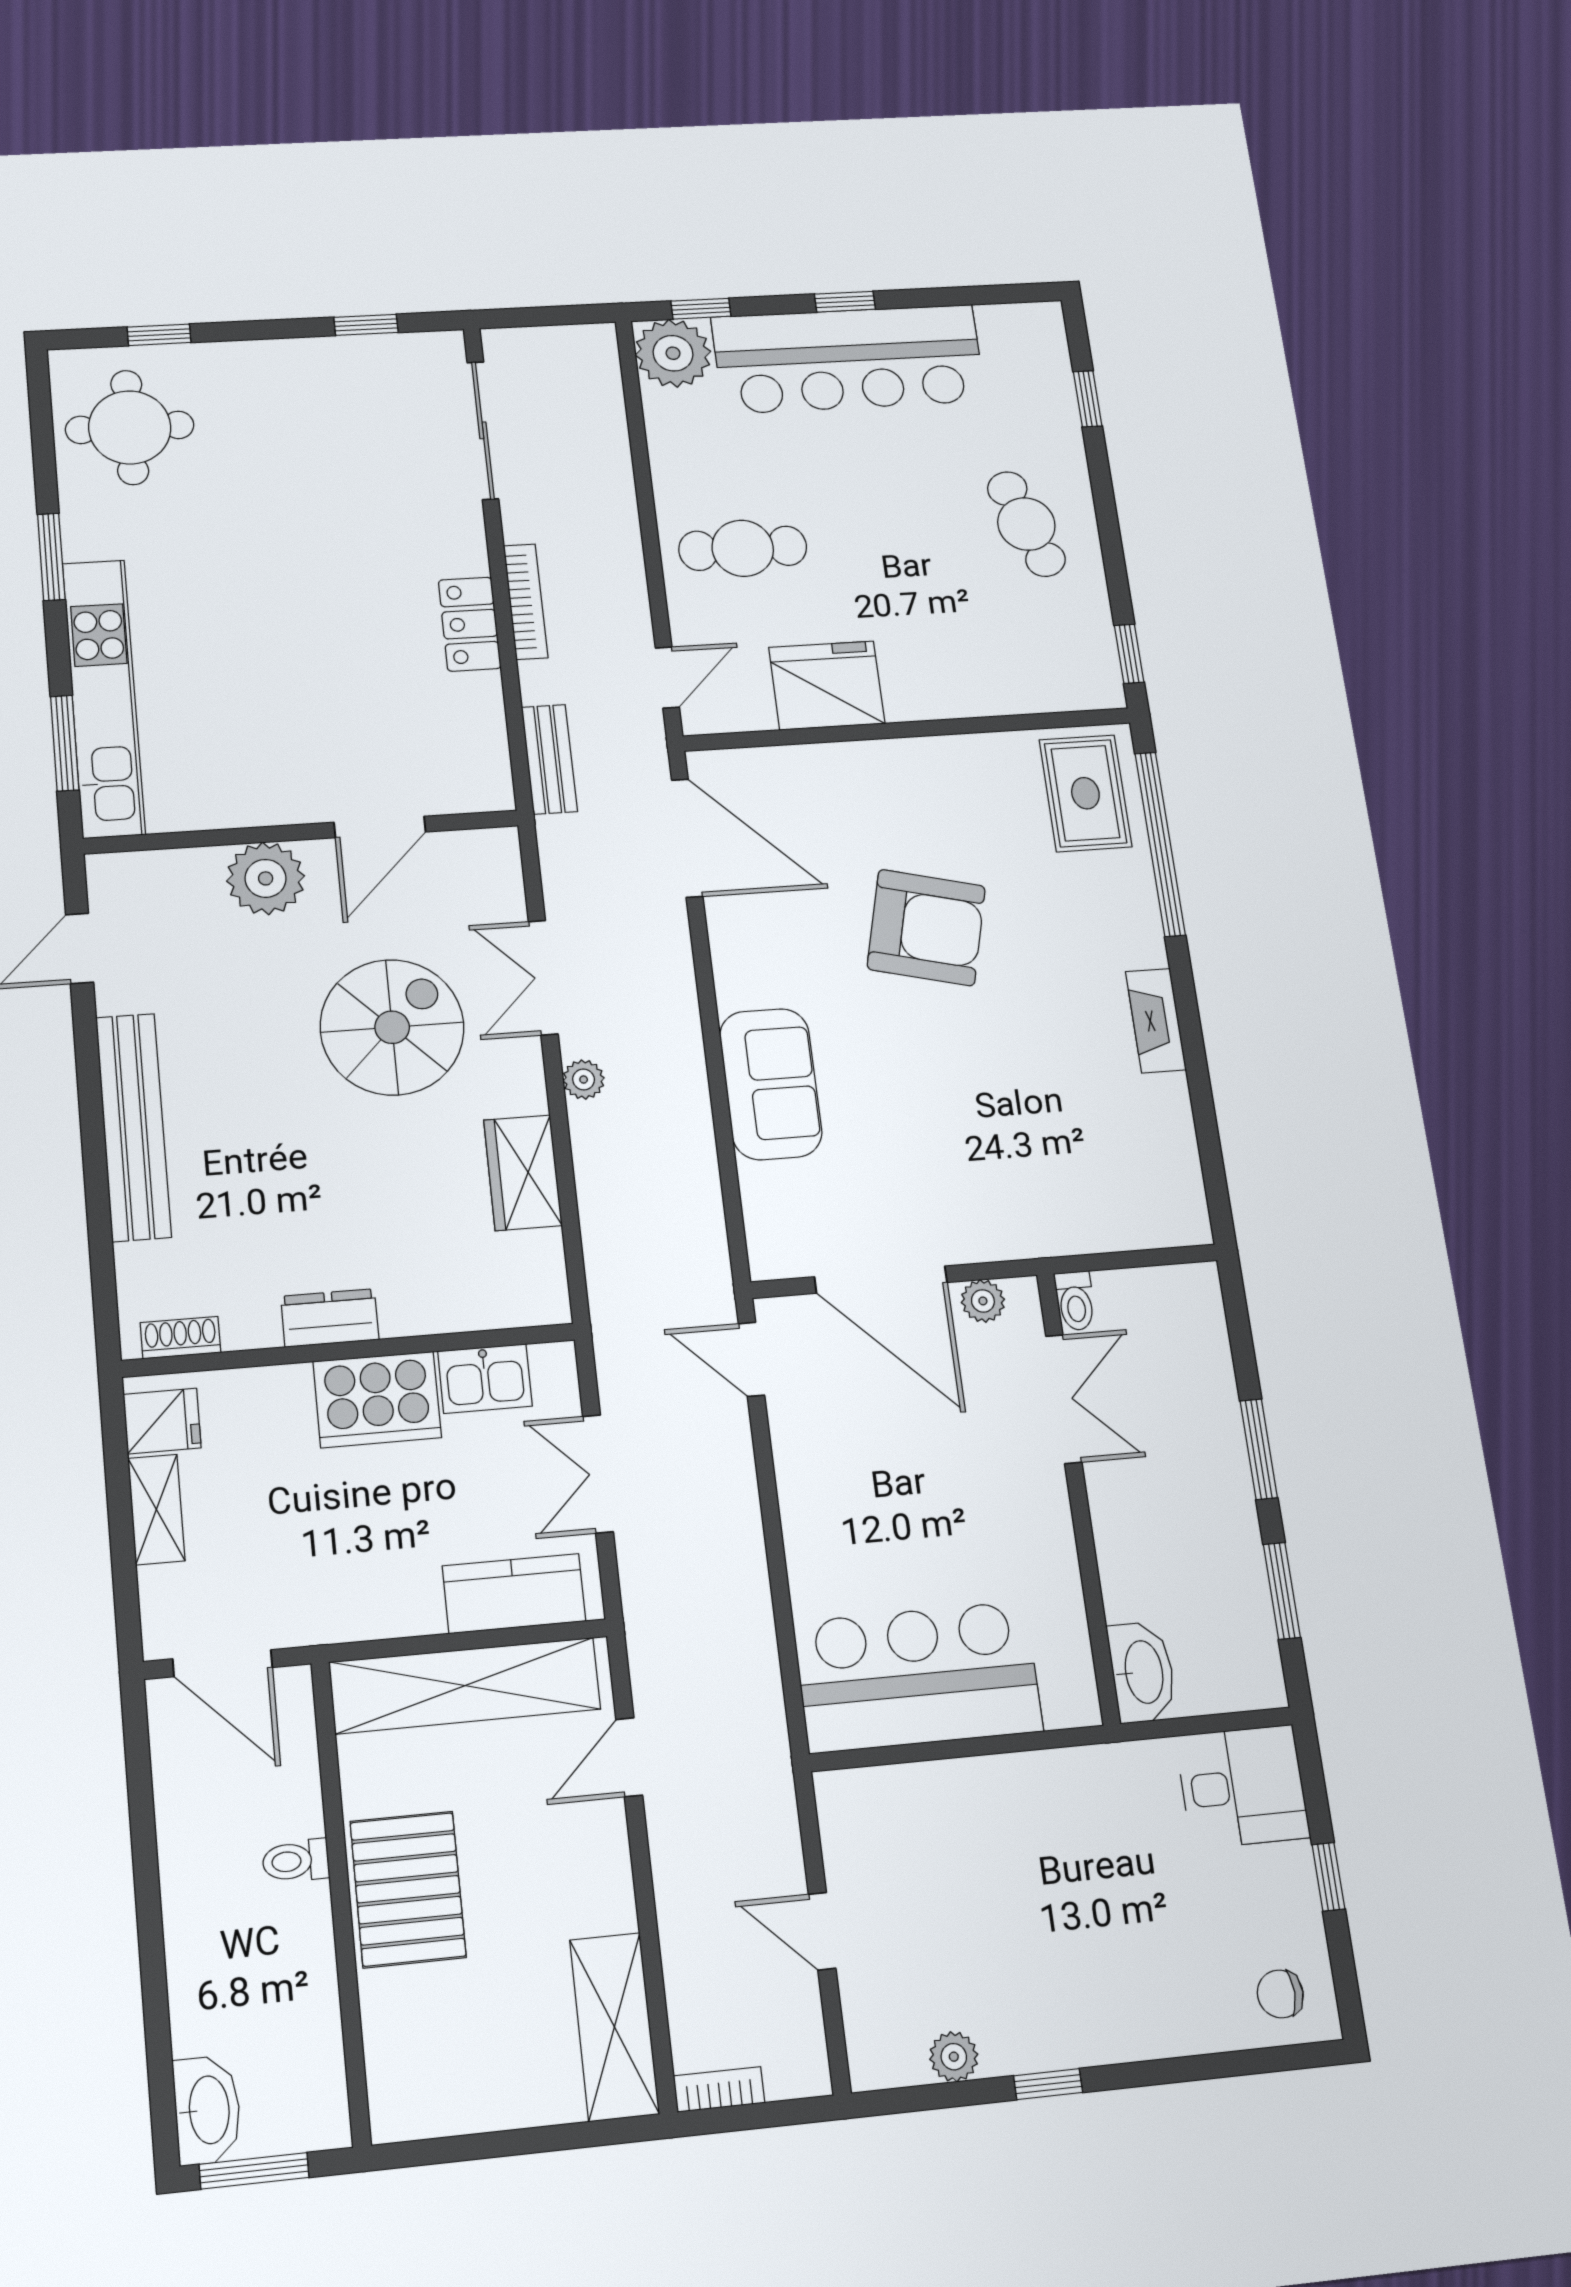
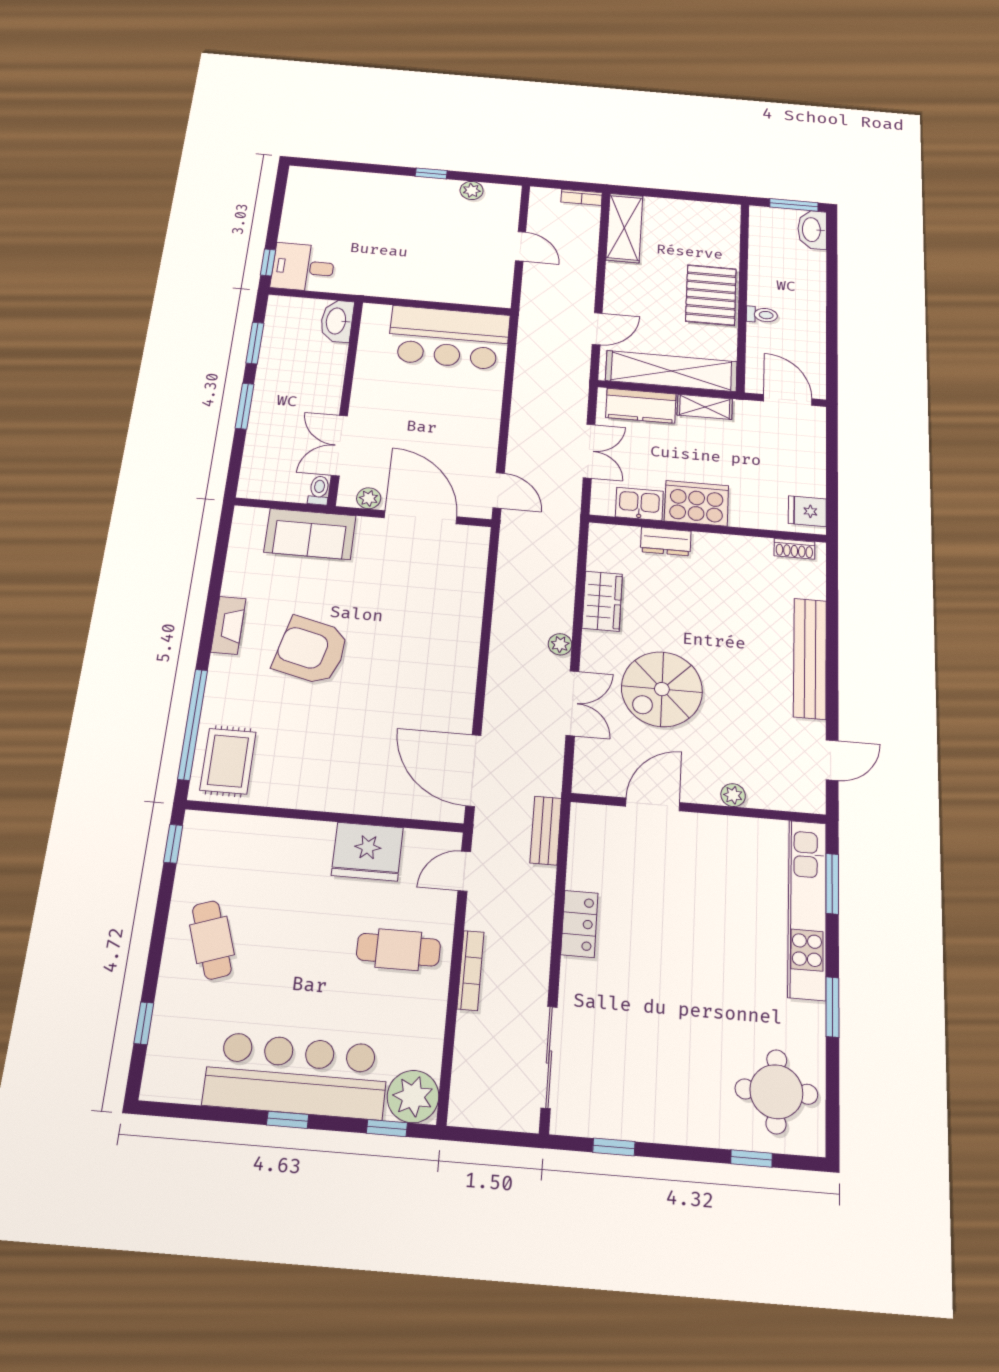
bookcase: (526, 602) -> (471, 970), moved, turned 180
plant: (266, 878) -> (733, 795), width x0.53, depth x0.53
armchair: (926, 928) -> (311, 650), moved
sofa: (771, 1084) -> (310, 534), moved, turned -90
dresser: (330, 1318) -> (666, 541), moved
shelving: (156, 1509) -> (705, 407), moved, turned 90
window: (1328, 1877) -> (268, 262), moved
chair: (1280, 1994) -> (313, 187), removed

